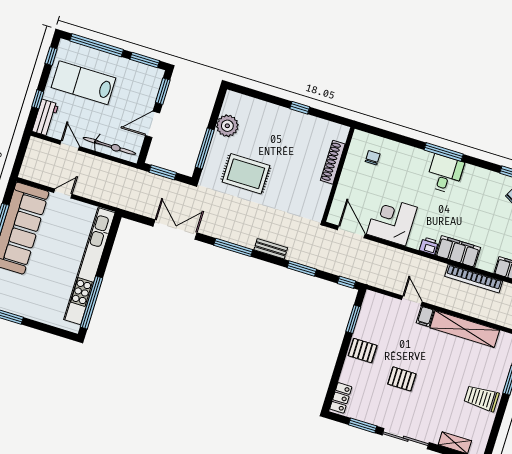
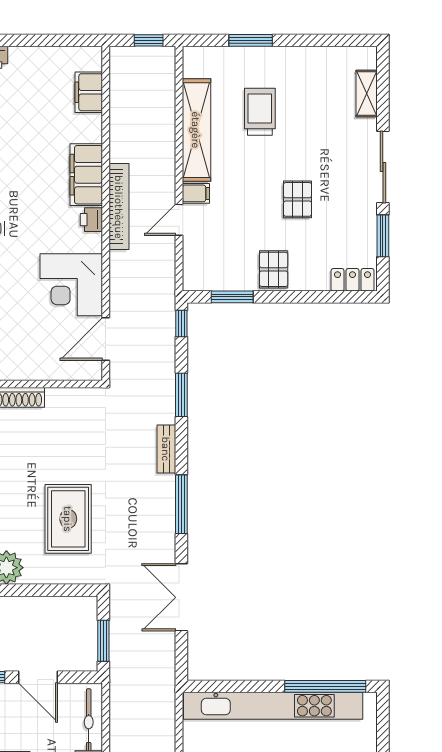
window: (205, 148) -> (50, 590), removed
bookcase: (474, 279) -> (119, 207), moved
trolley: (481, 398) -> (260, 112), moved, turned 180

